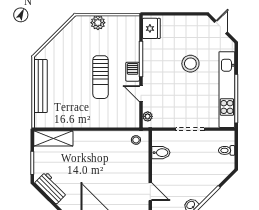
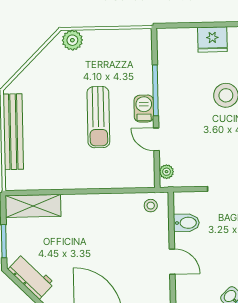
plant: (98, 23) -> (72, 40), moved
fridge: (151, 28) -> (212, 39), moved, turned 90
door: (150, 192) -> (172, 262), moved

